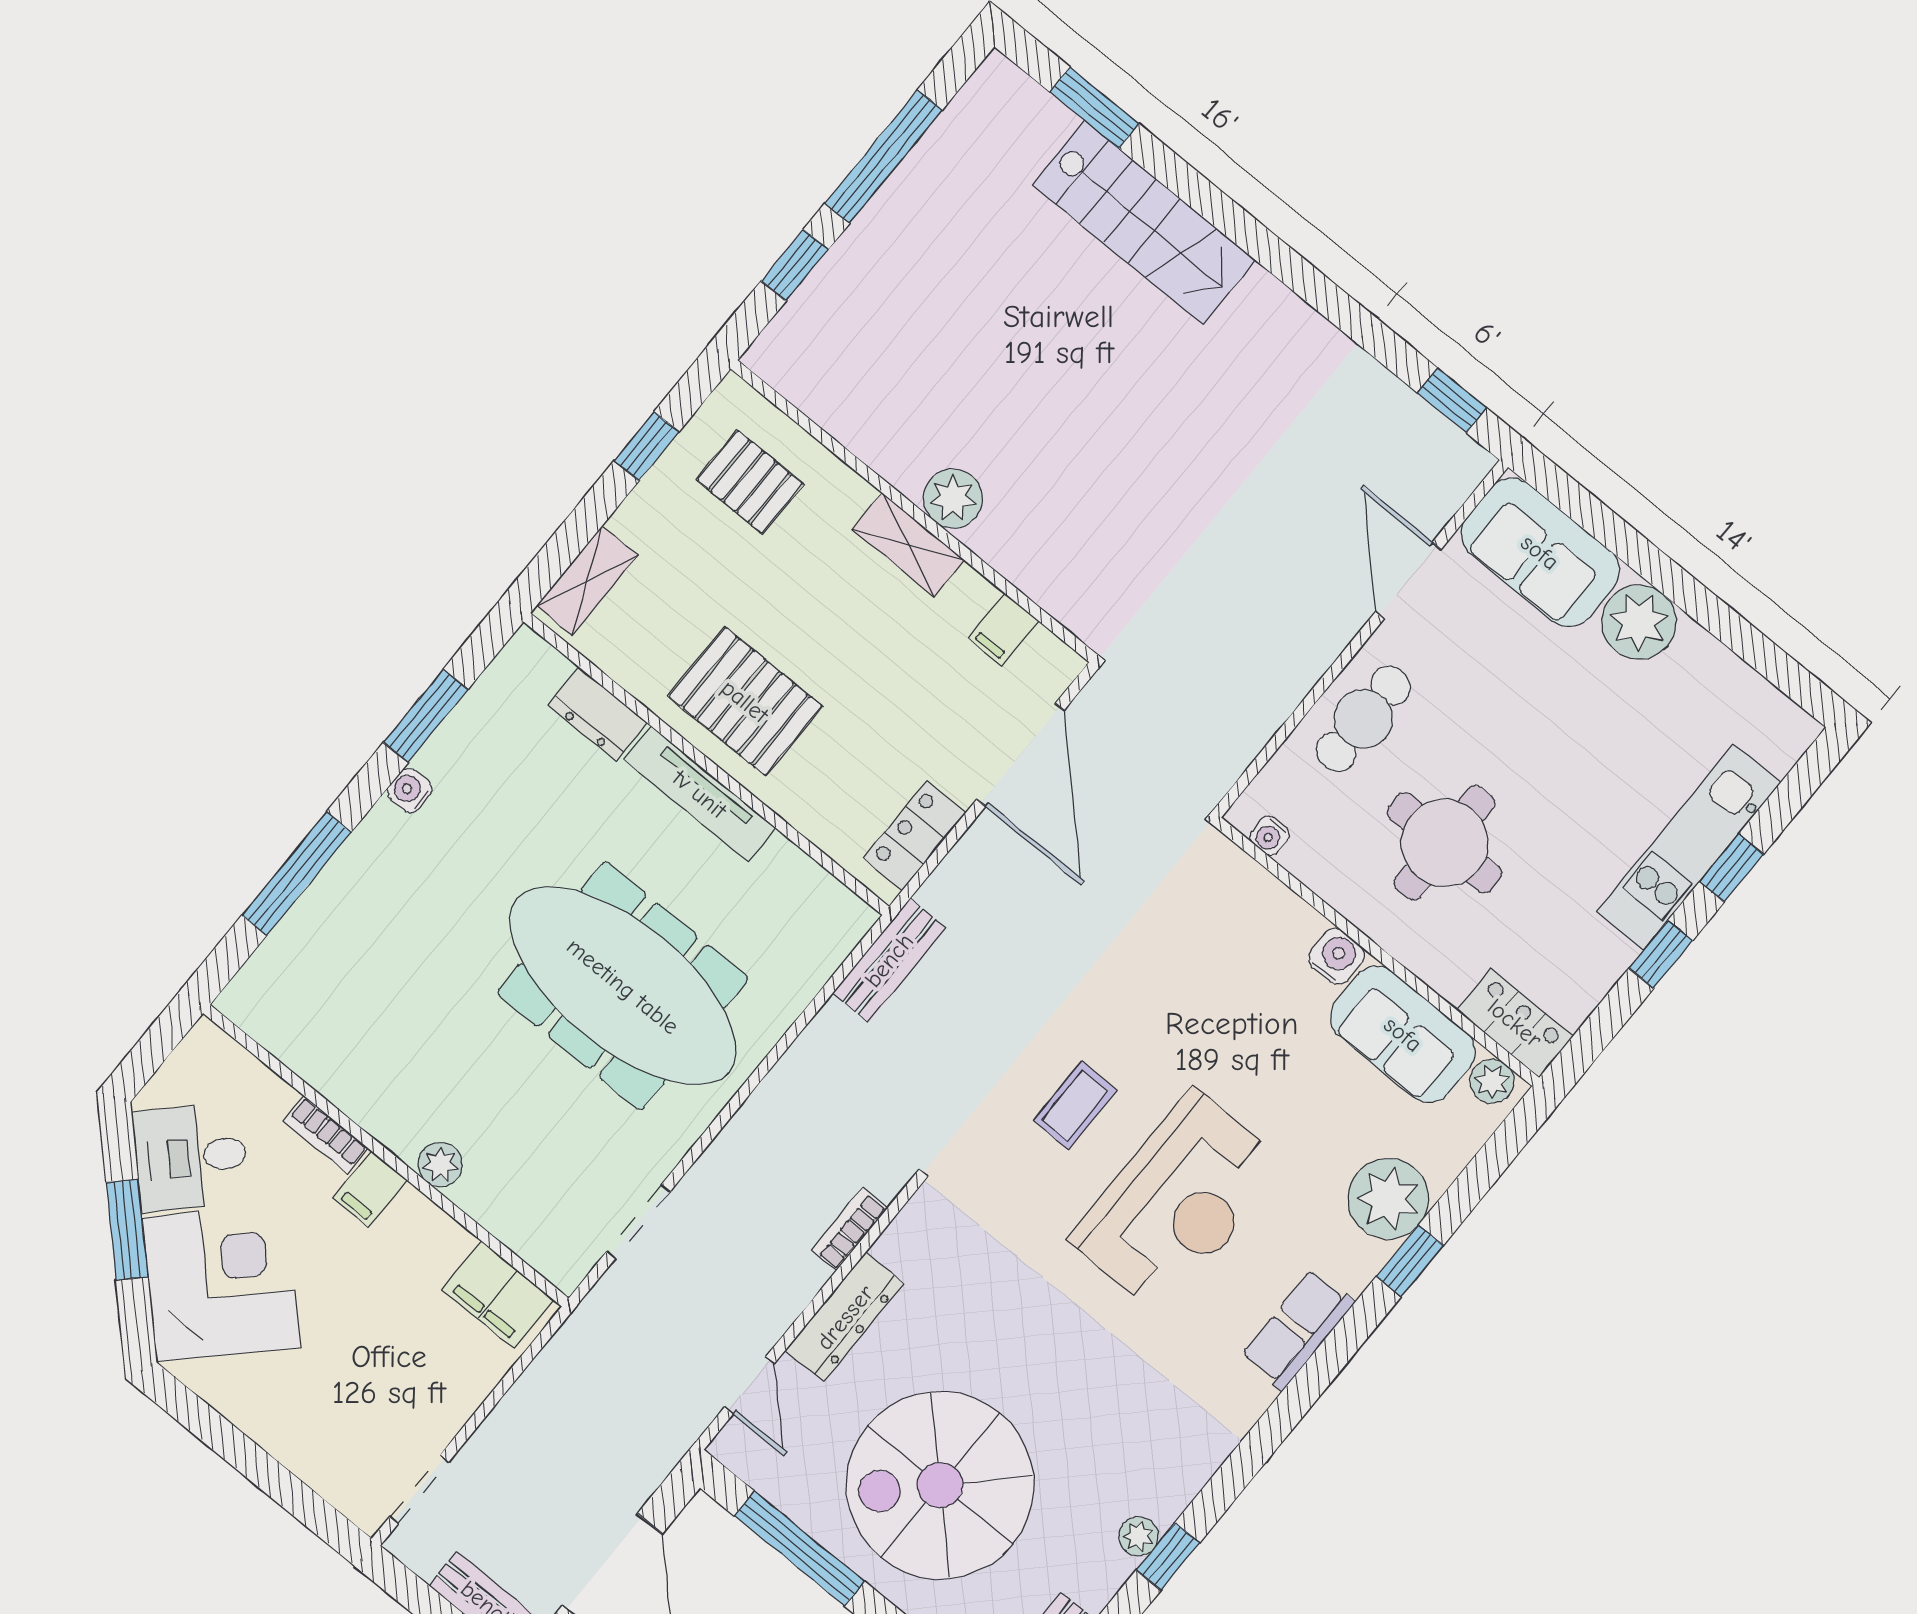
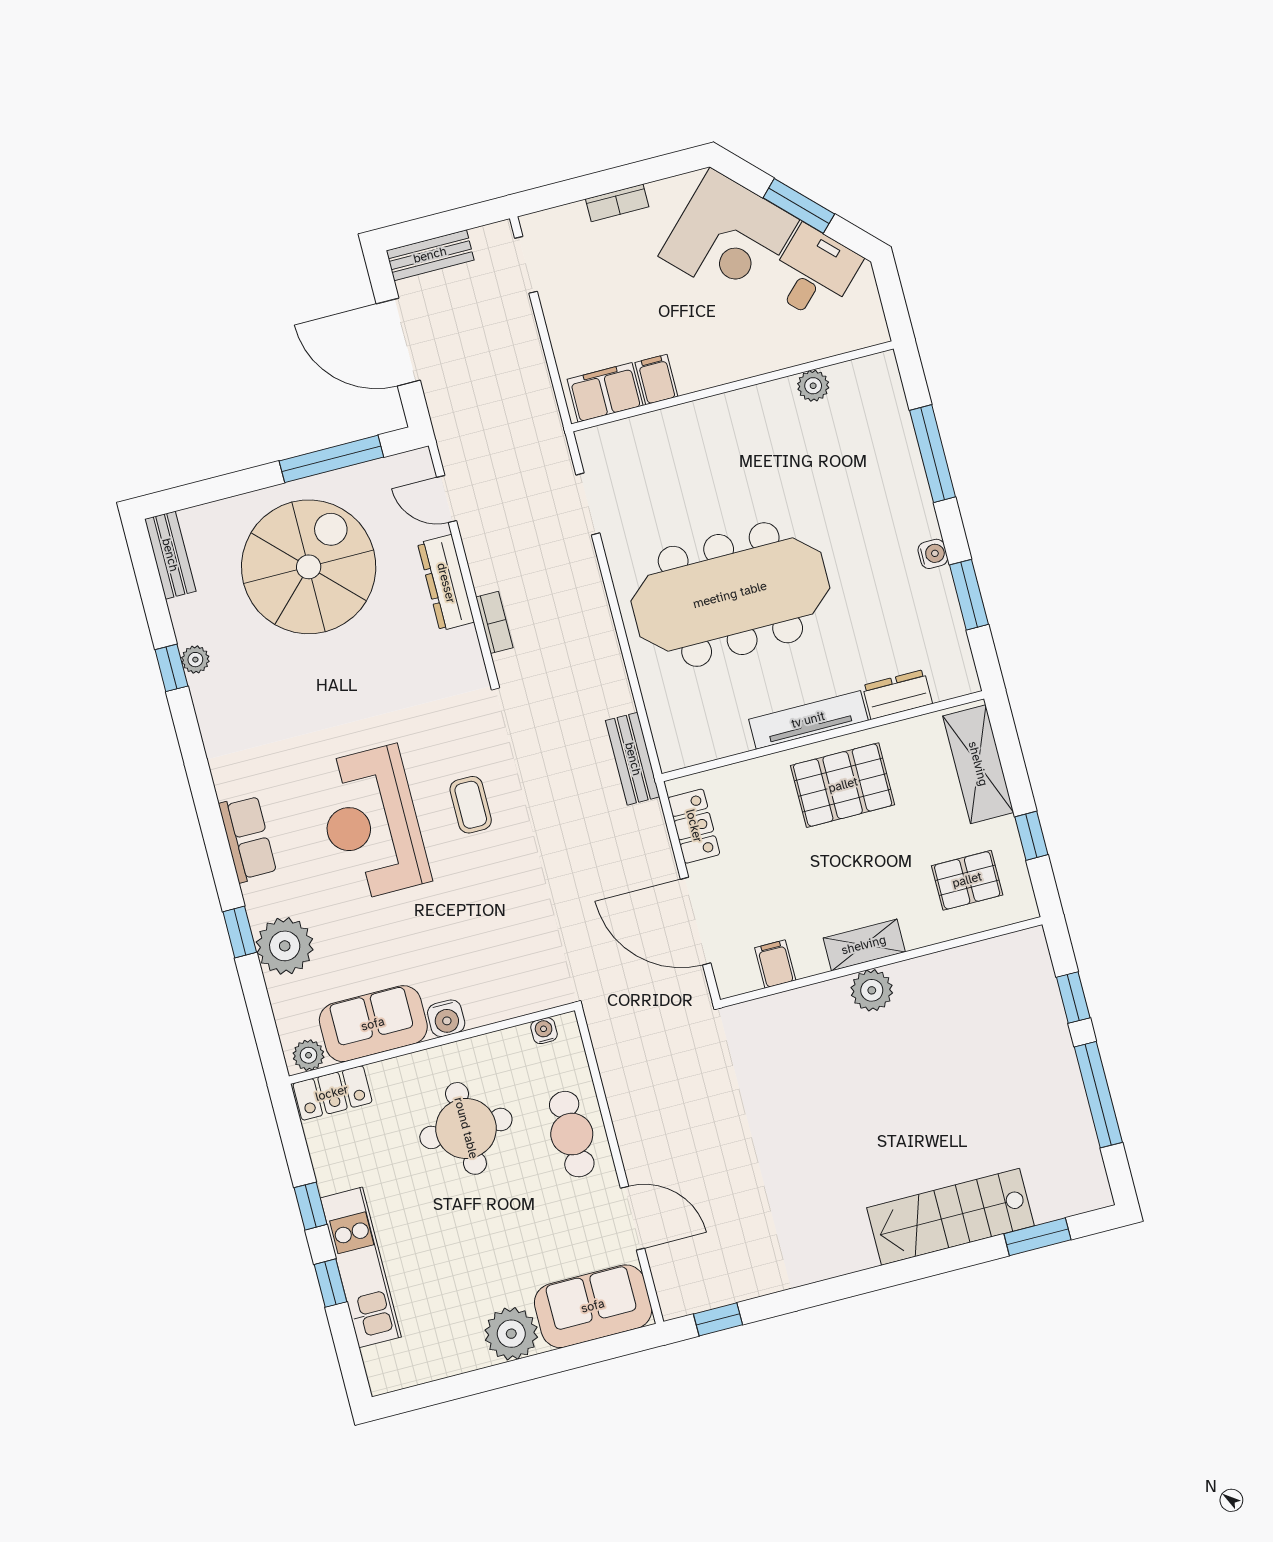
shelving: (587, 581) -> (978, 764), width x1.50, depth x1.33
bookcase: (326, 1135) -> (617, 203), moved, turned 180
plant: (440, 1164) -> (813, 386), moved
filing cabinet: (370, 1189) -> (656, 379), moved

